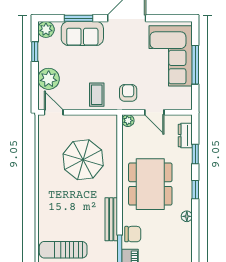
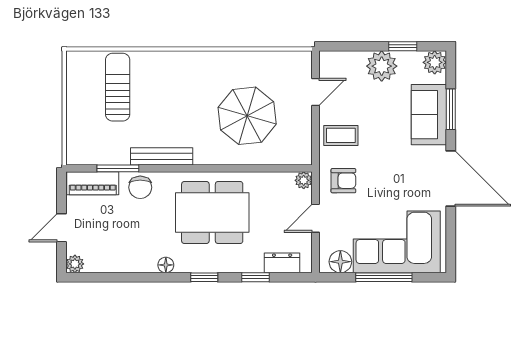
plant: (49, 79) -> (382, 66), moved
floor lamp: (184, 95) -> (340, 262), added
door: (54, 112) -> (316, 92), moved

